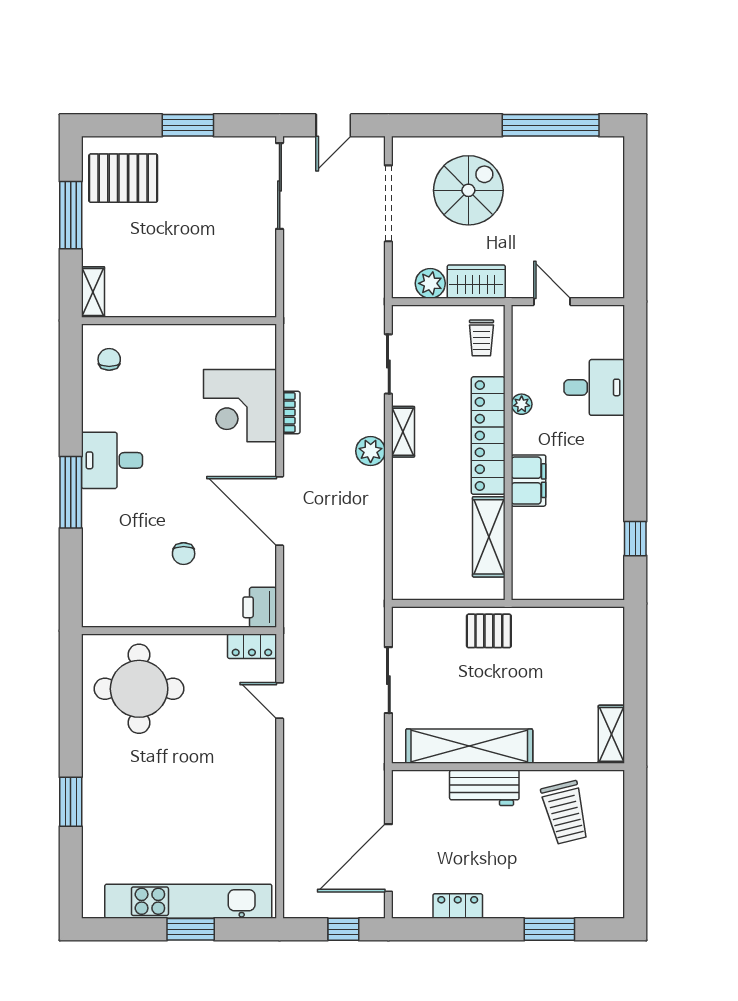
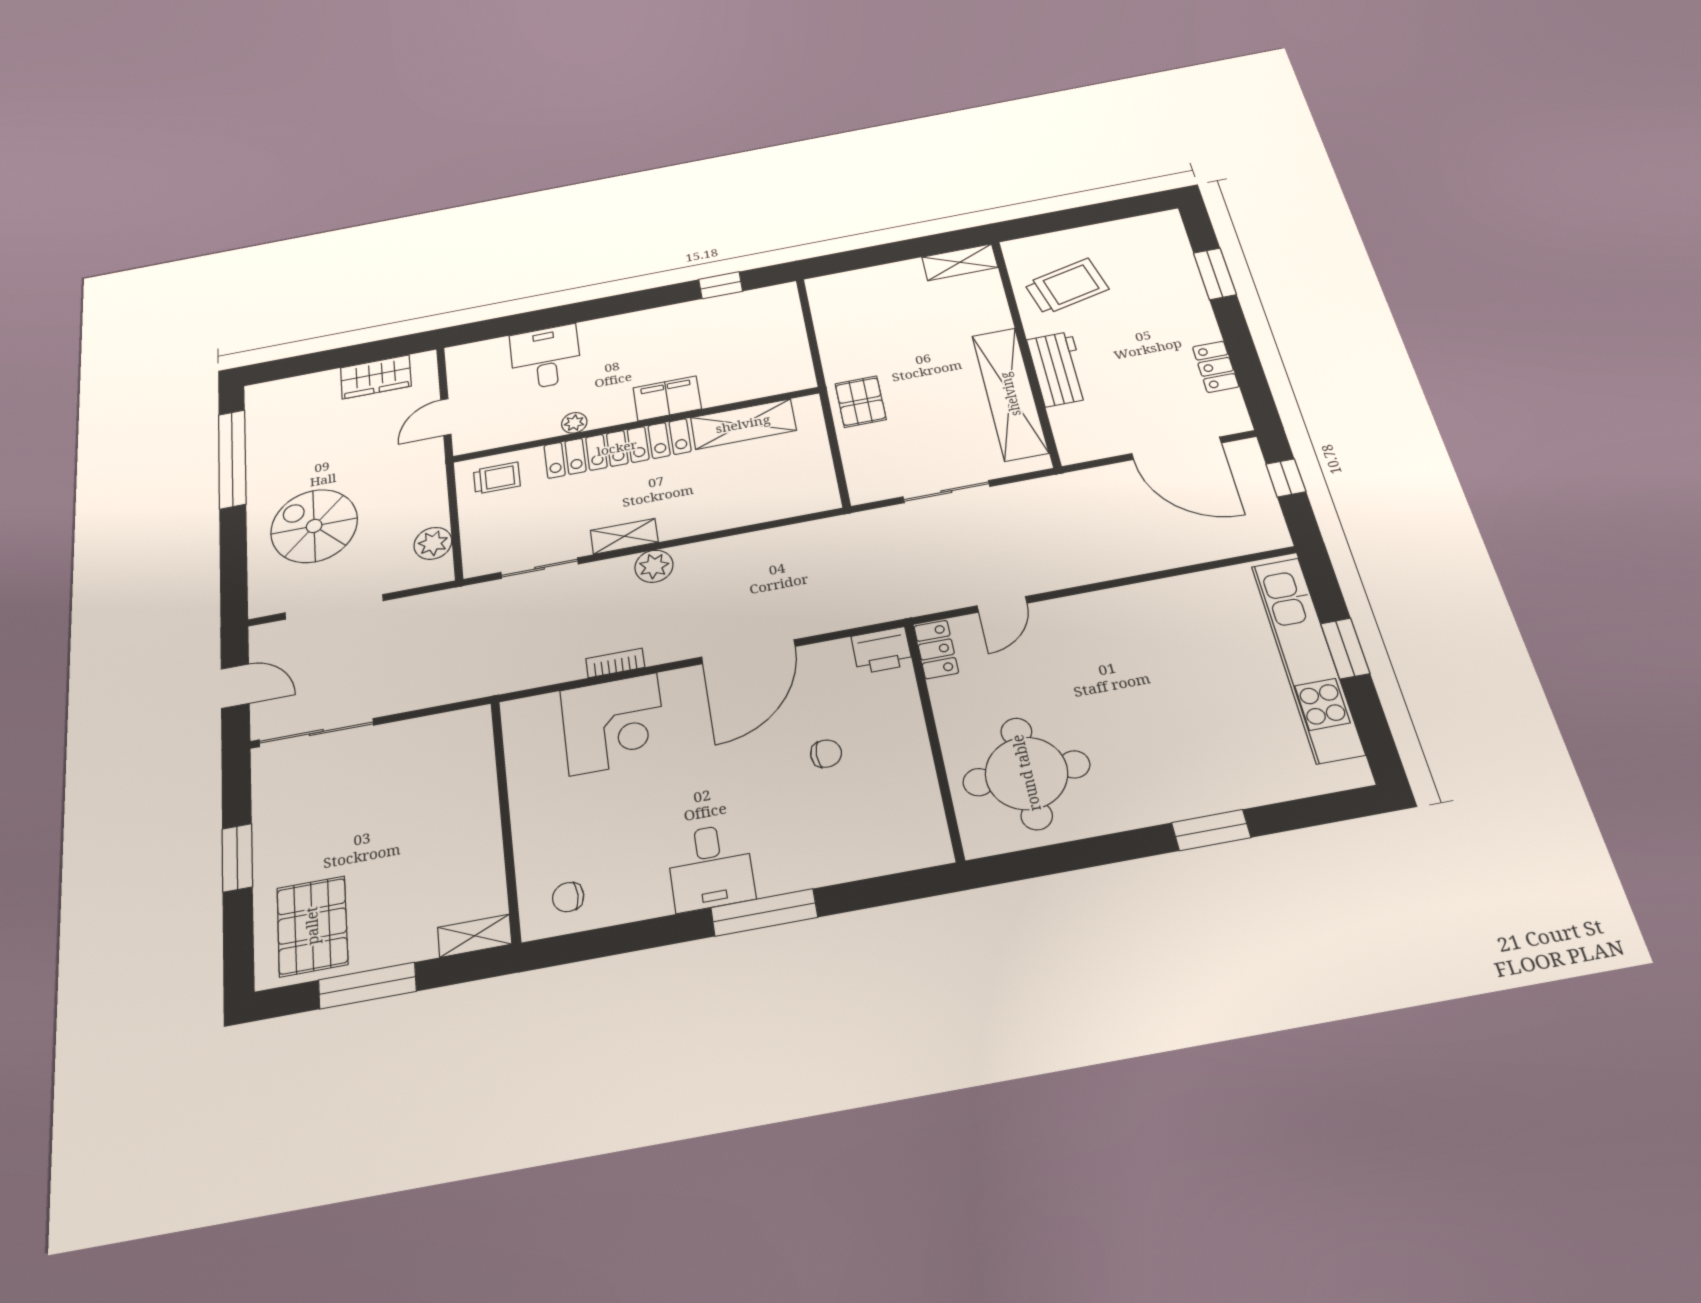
wardrobe: (476, 282) -> (376, 377), moved, turned -90

